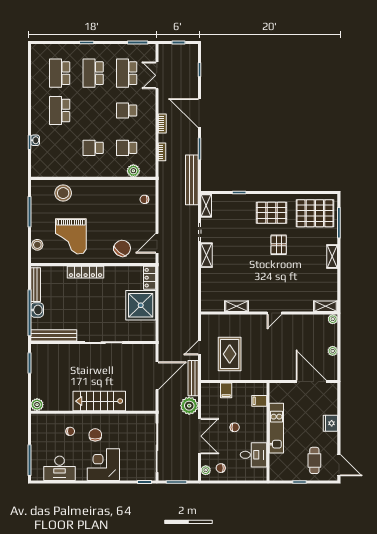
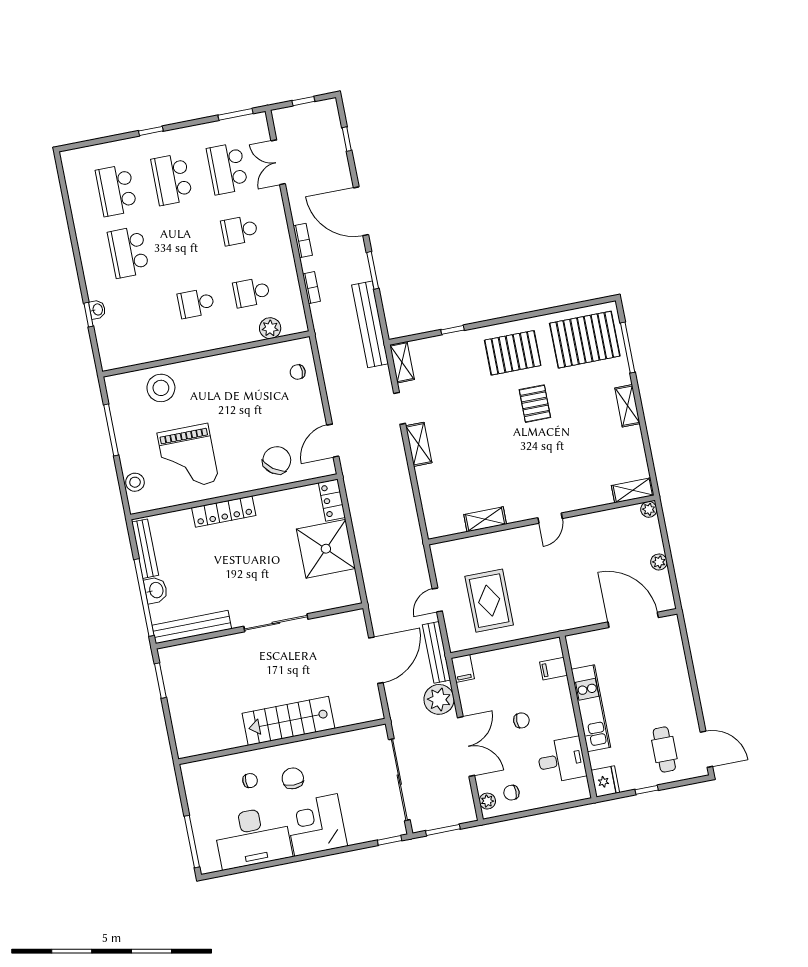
filing cabinet: (226, 390) -> (463, 668), moved
plant: (37, 405) -> (186, 747), removed
fridge: (330, 423) -> (605, 781), moved, turned 180
desk: (60, 468) -> (253, 837), width x1.36, depth x1.30

